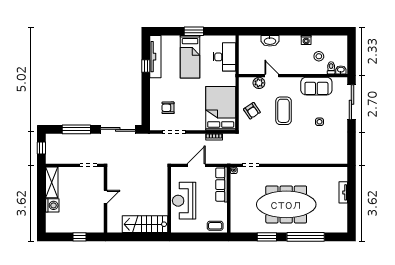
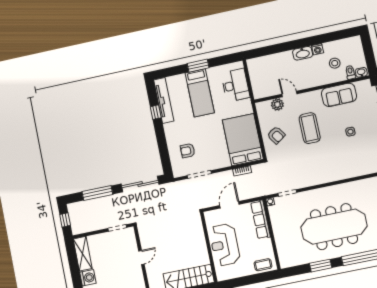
washbasin: (270, 41) -> (303, 53), moved

